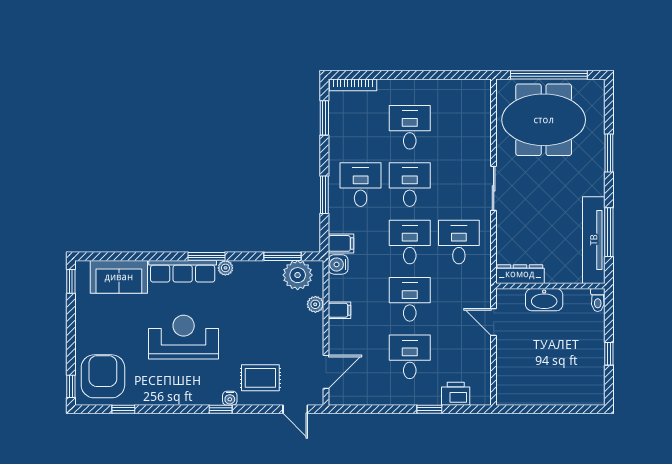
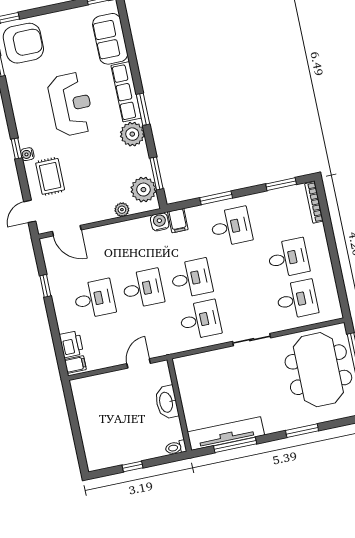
desk: (410, 185) -> (297, 299), moved
plant: (225, 268) -> (132, 134), width x1.88, depth x1.88
dresser: (520, 274) -> (184, 377), removed
filing cabinet: (340, 310) -> (75, 364), moved, turned -90
window: (429, 409) -> (45, 286), moved

